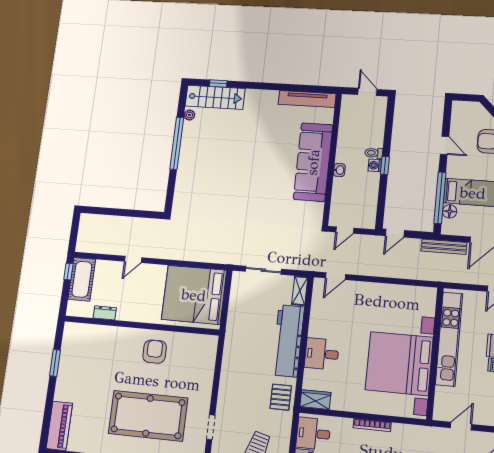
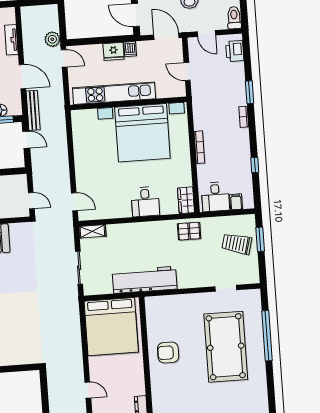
door: (395, 233) -> (26, 140), moved
workbench: (288, 341) -> (145, 280), moved, turned 180

